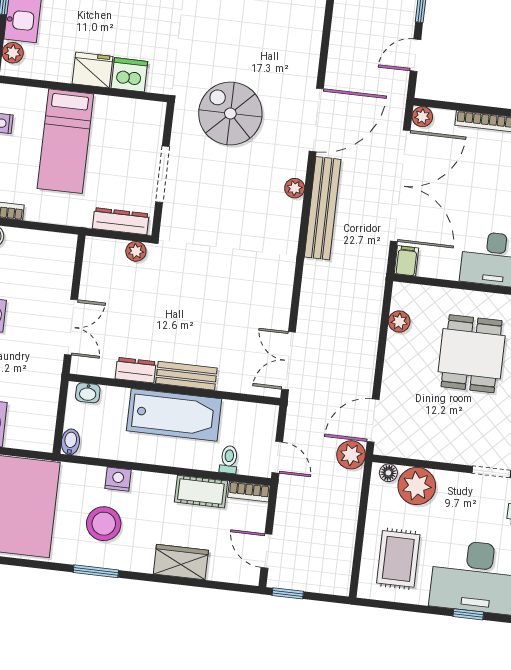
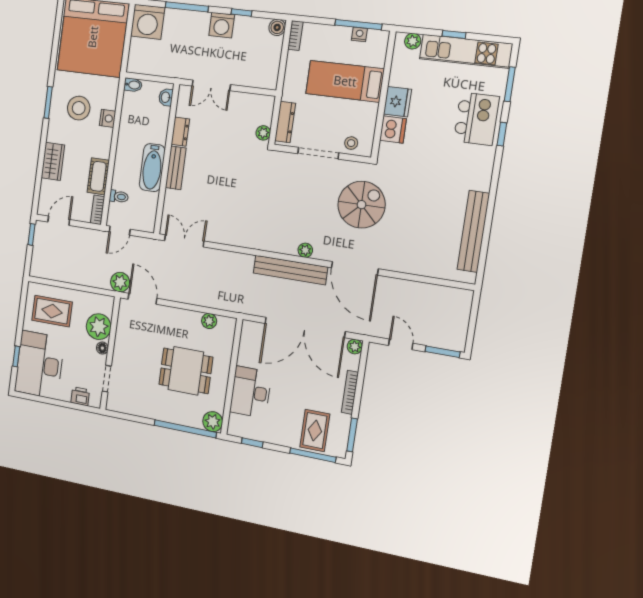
stool: (148, 130) -> (351, 143), added
filing cabinet: (407, 261) -> (251, 329), removed
bathtub: (174, 415) -> (152, 168), width x0.73, depth x0.73
floor lamp: (388, 473) -> (102, 348), moved

